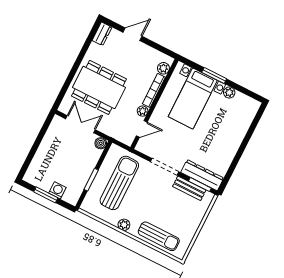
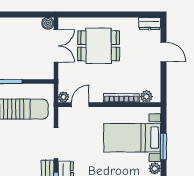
dining table: (99, 87) -> (99, 46), width x0.73
plant: (143, 111) -> (64, 97), moved
door: (142, 129) -> (80, 105), swing flipped
boiler: (101, 143) -> (48, 23), moved

